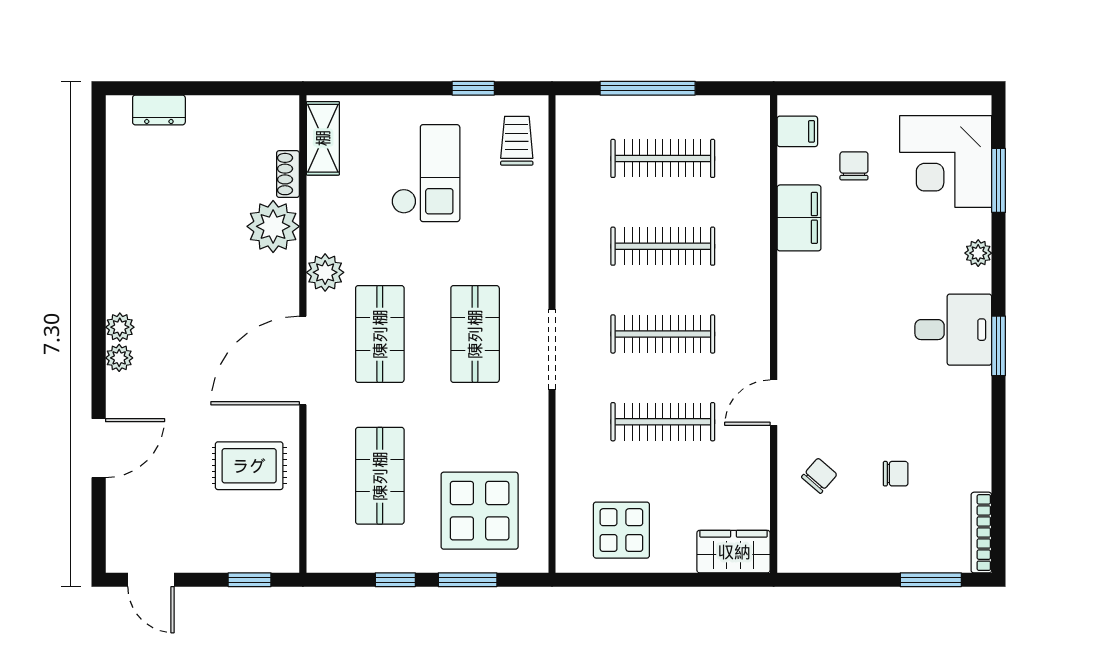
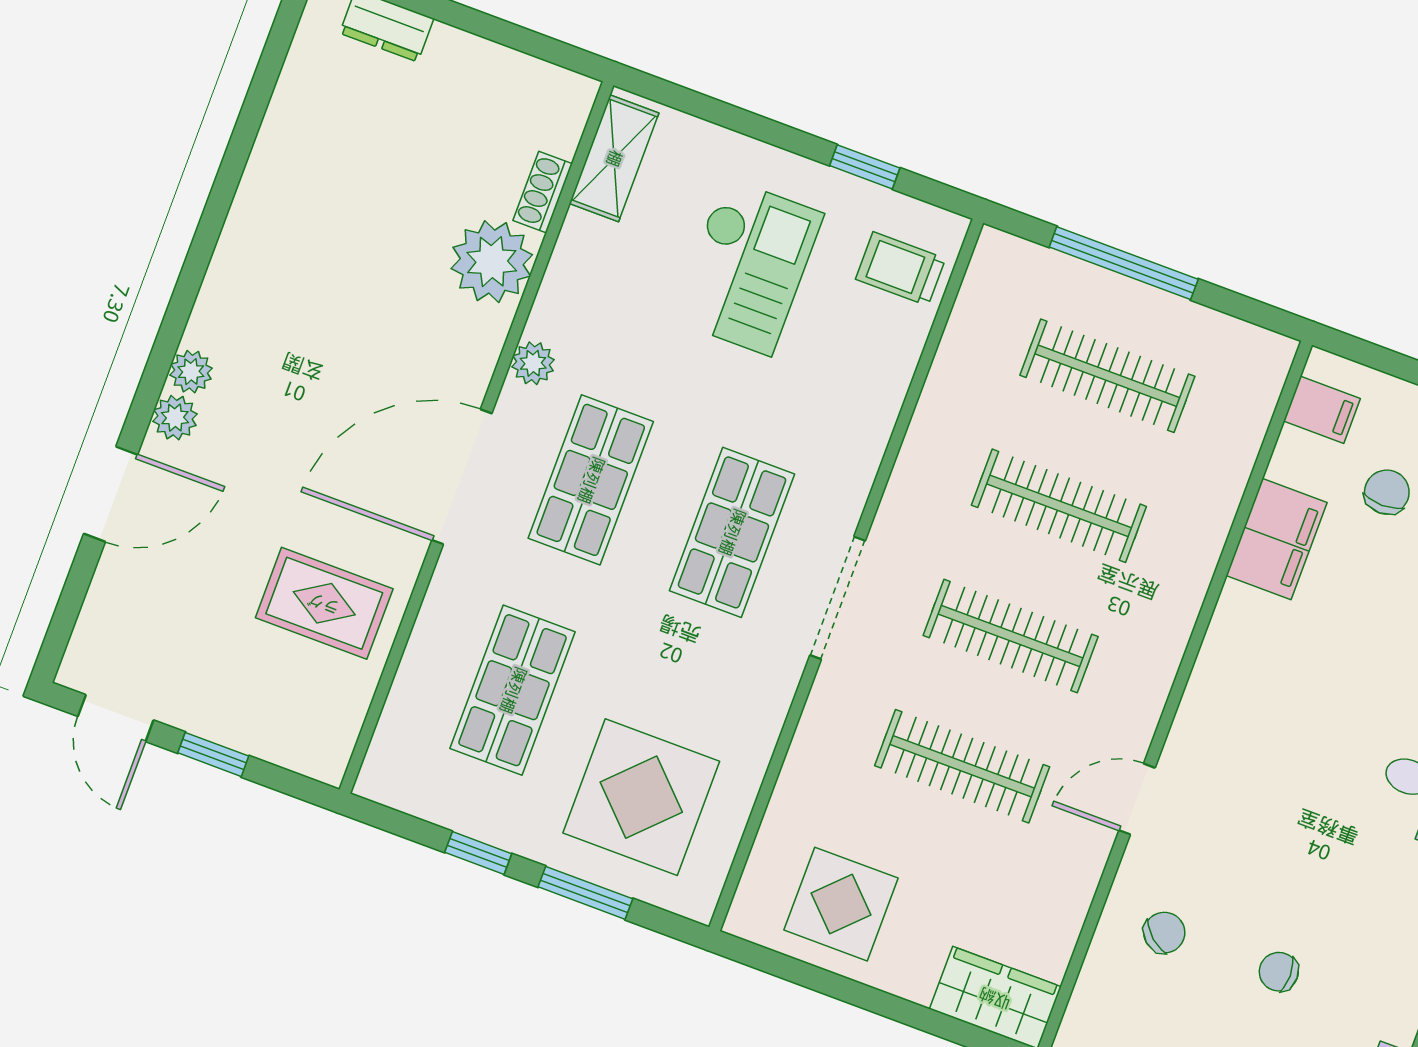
trolley: (517, 141) -> (901, 269), turned -90
plant: (325, 272) -> (533, 363), width x0.73, depth x0.73
plant: (120, 327) -> (175, 418), moved
chair: (896, 474) -> (1279, 972), turned 180
window: (250, 580) -> (213, 754), moved

